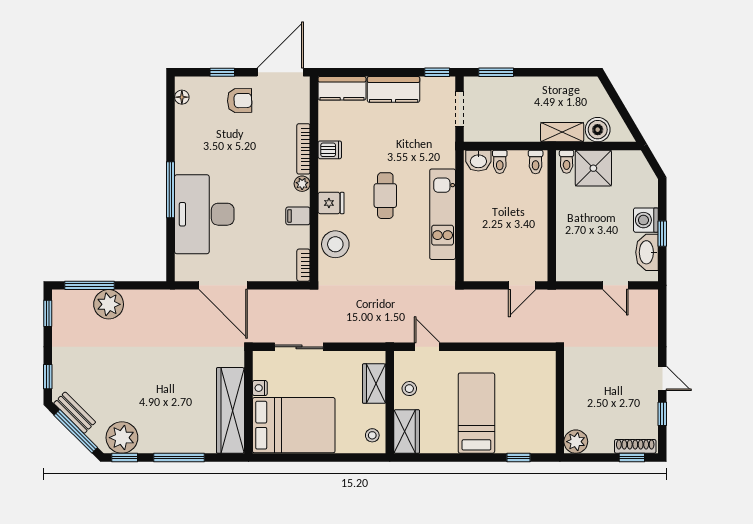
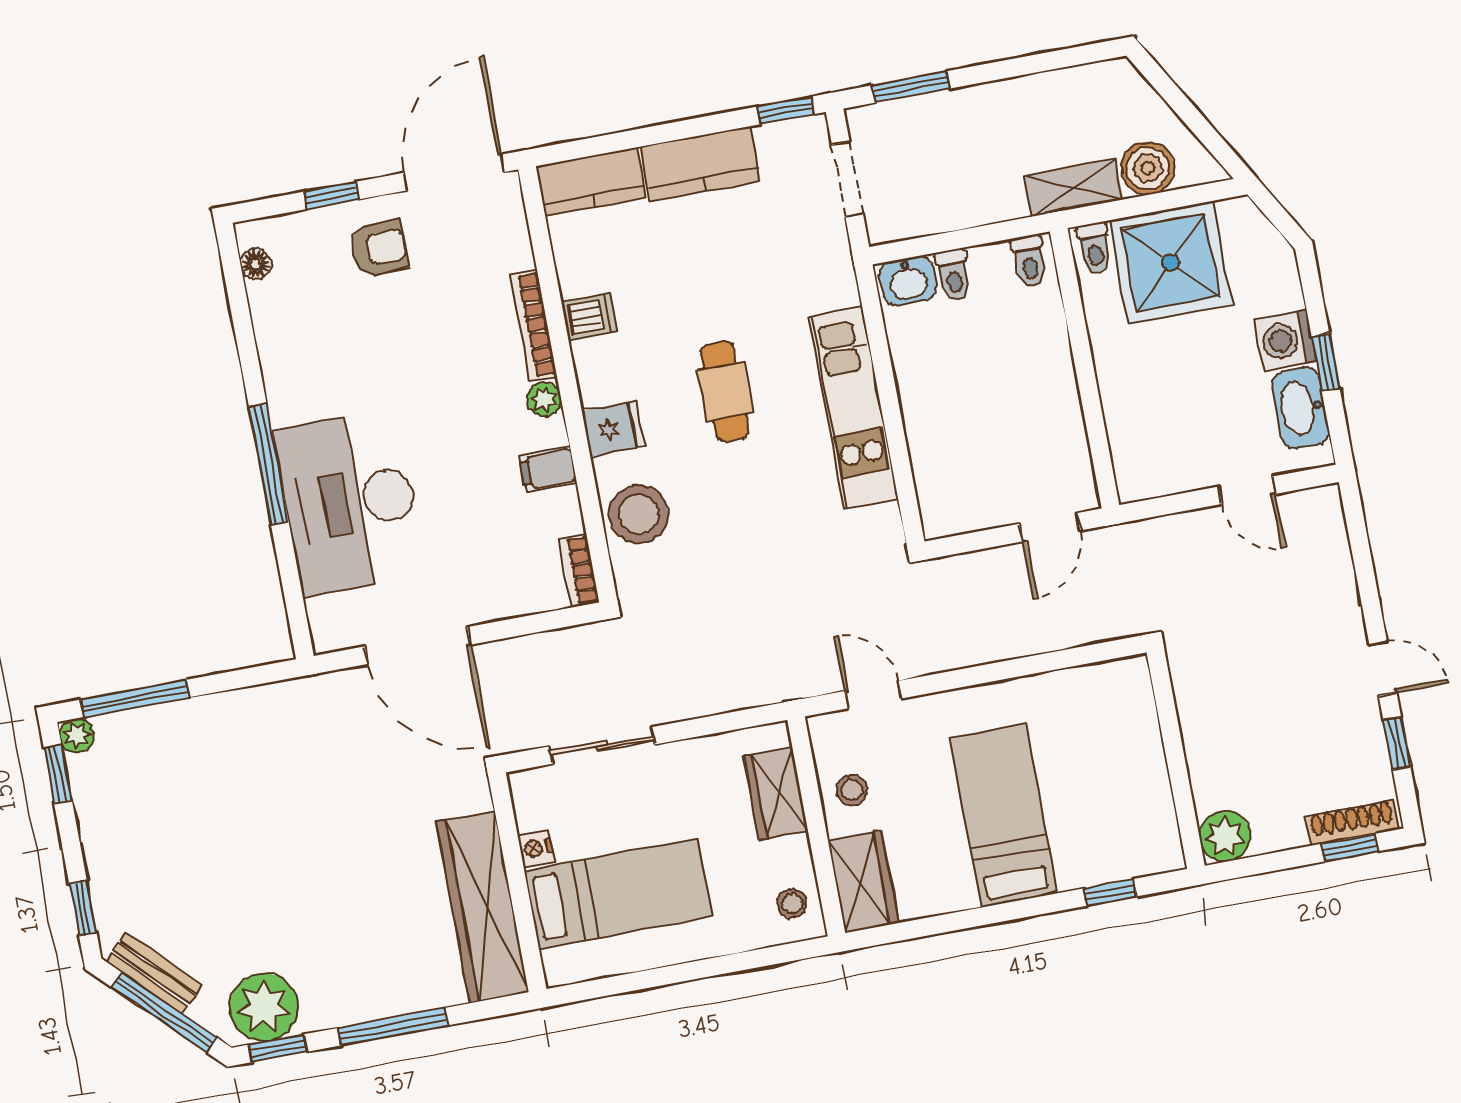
shower: (593, 168) -> (1170, 263), width x1.37, depth x1.37
plant: (109, 304) -> (77, 736), moved, width x0.53, depth x0.53
bed: (294, 425) -> (619, 894), width x0.67

